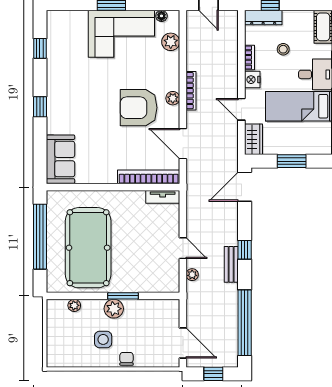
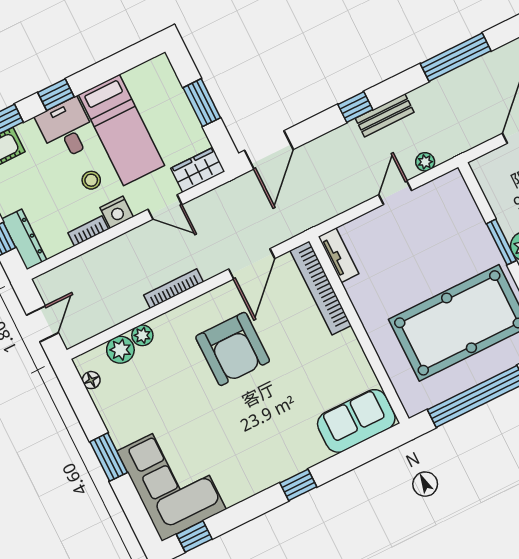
corner sofa: (121, 34) -> (172, 480), moved
window: (40, 48) -> (194, 537), moved
stool: (283, 49) -> (91, 180), moved
plant: (173, 98) -> (142, 335), moved
door: (241, 109) -> (165, 207), hinge flipped
door: (245, 187) -> (269, 150), hinge flipped
window: (245, 323) -> (456, 57), width x0.68

